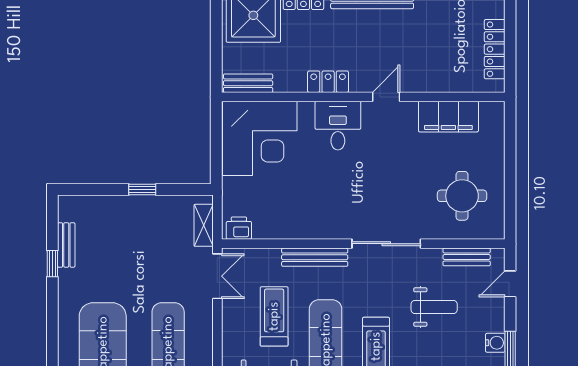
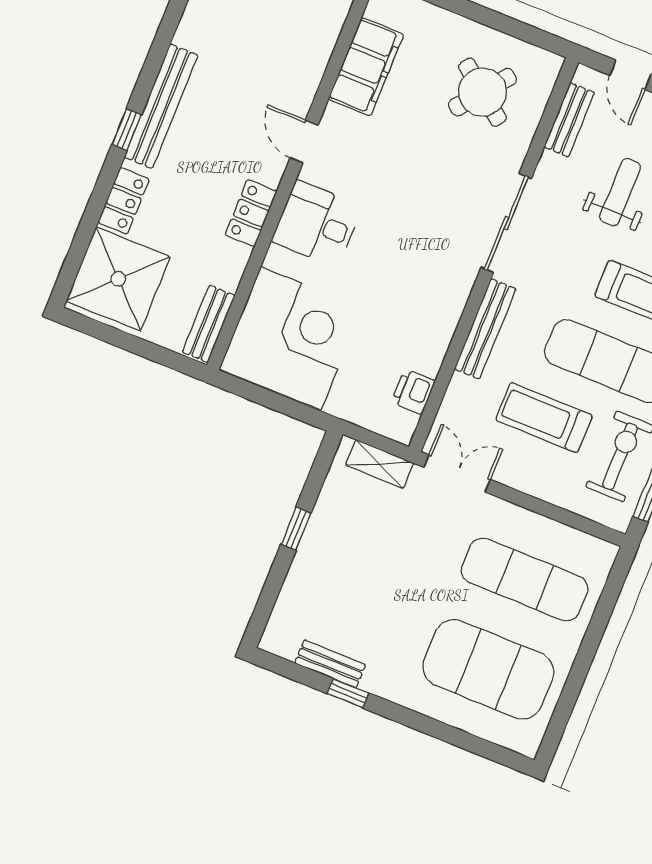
round table: (462, 196) -> (483, 92), turned 38
printer: (239, 228) -> (413, 392), moved

